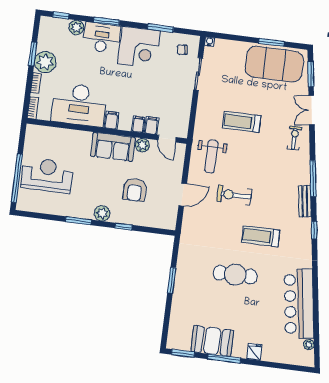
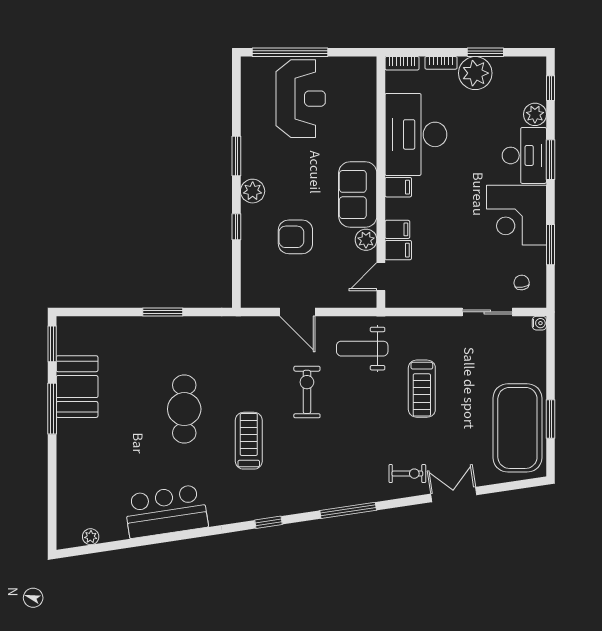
window: (311, 74) -> (509, 486), removed
treadmill: (242, 122) -> (422, 389), turned 180
bench: (305, 201) -> (311, 502), removed
bar counter: (299, 304) -> (166, 511), width x0.73
fridge: (254, 352) -> (69, 454), removed

